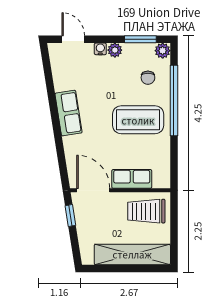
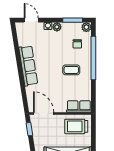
row of seats: (69, 113) -> (28, 66), width x1.48
coffee table: (138, 120) -> (71, 70), width x0.54, depth x0.58
row of seats: (132, 179) -> (79, 106), moved

